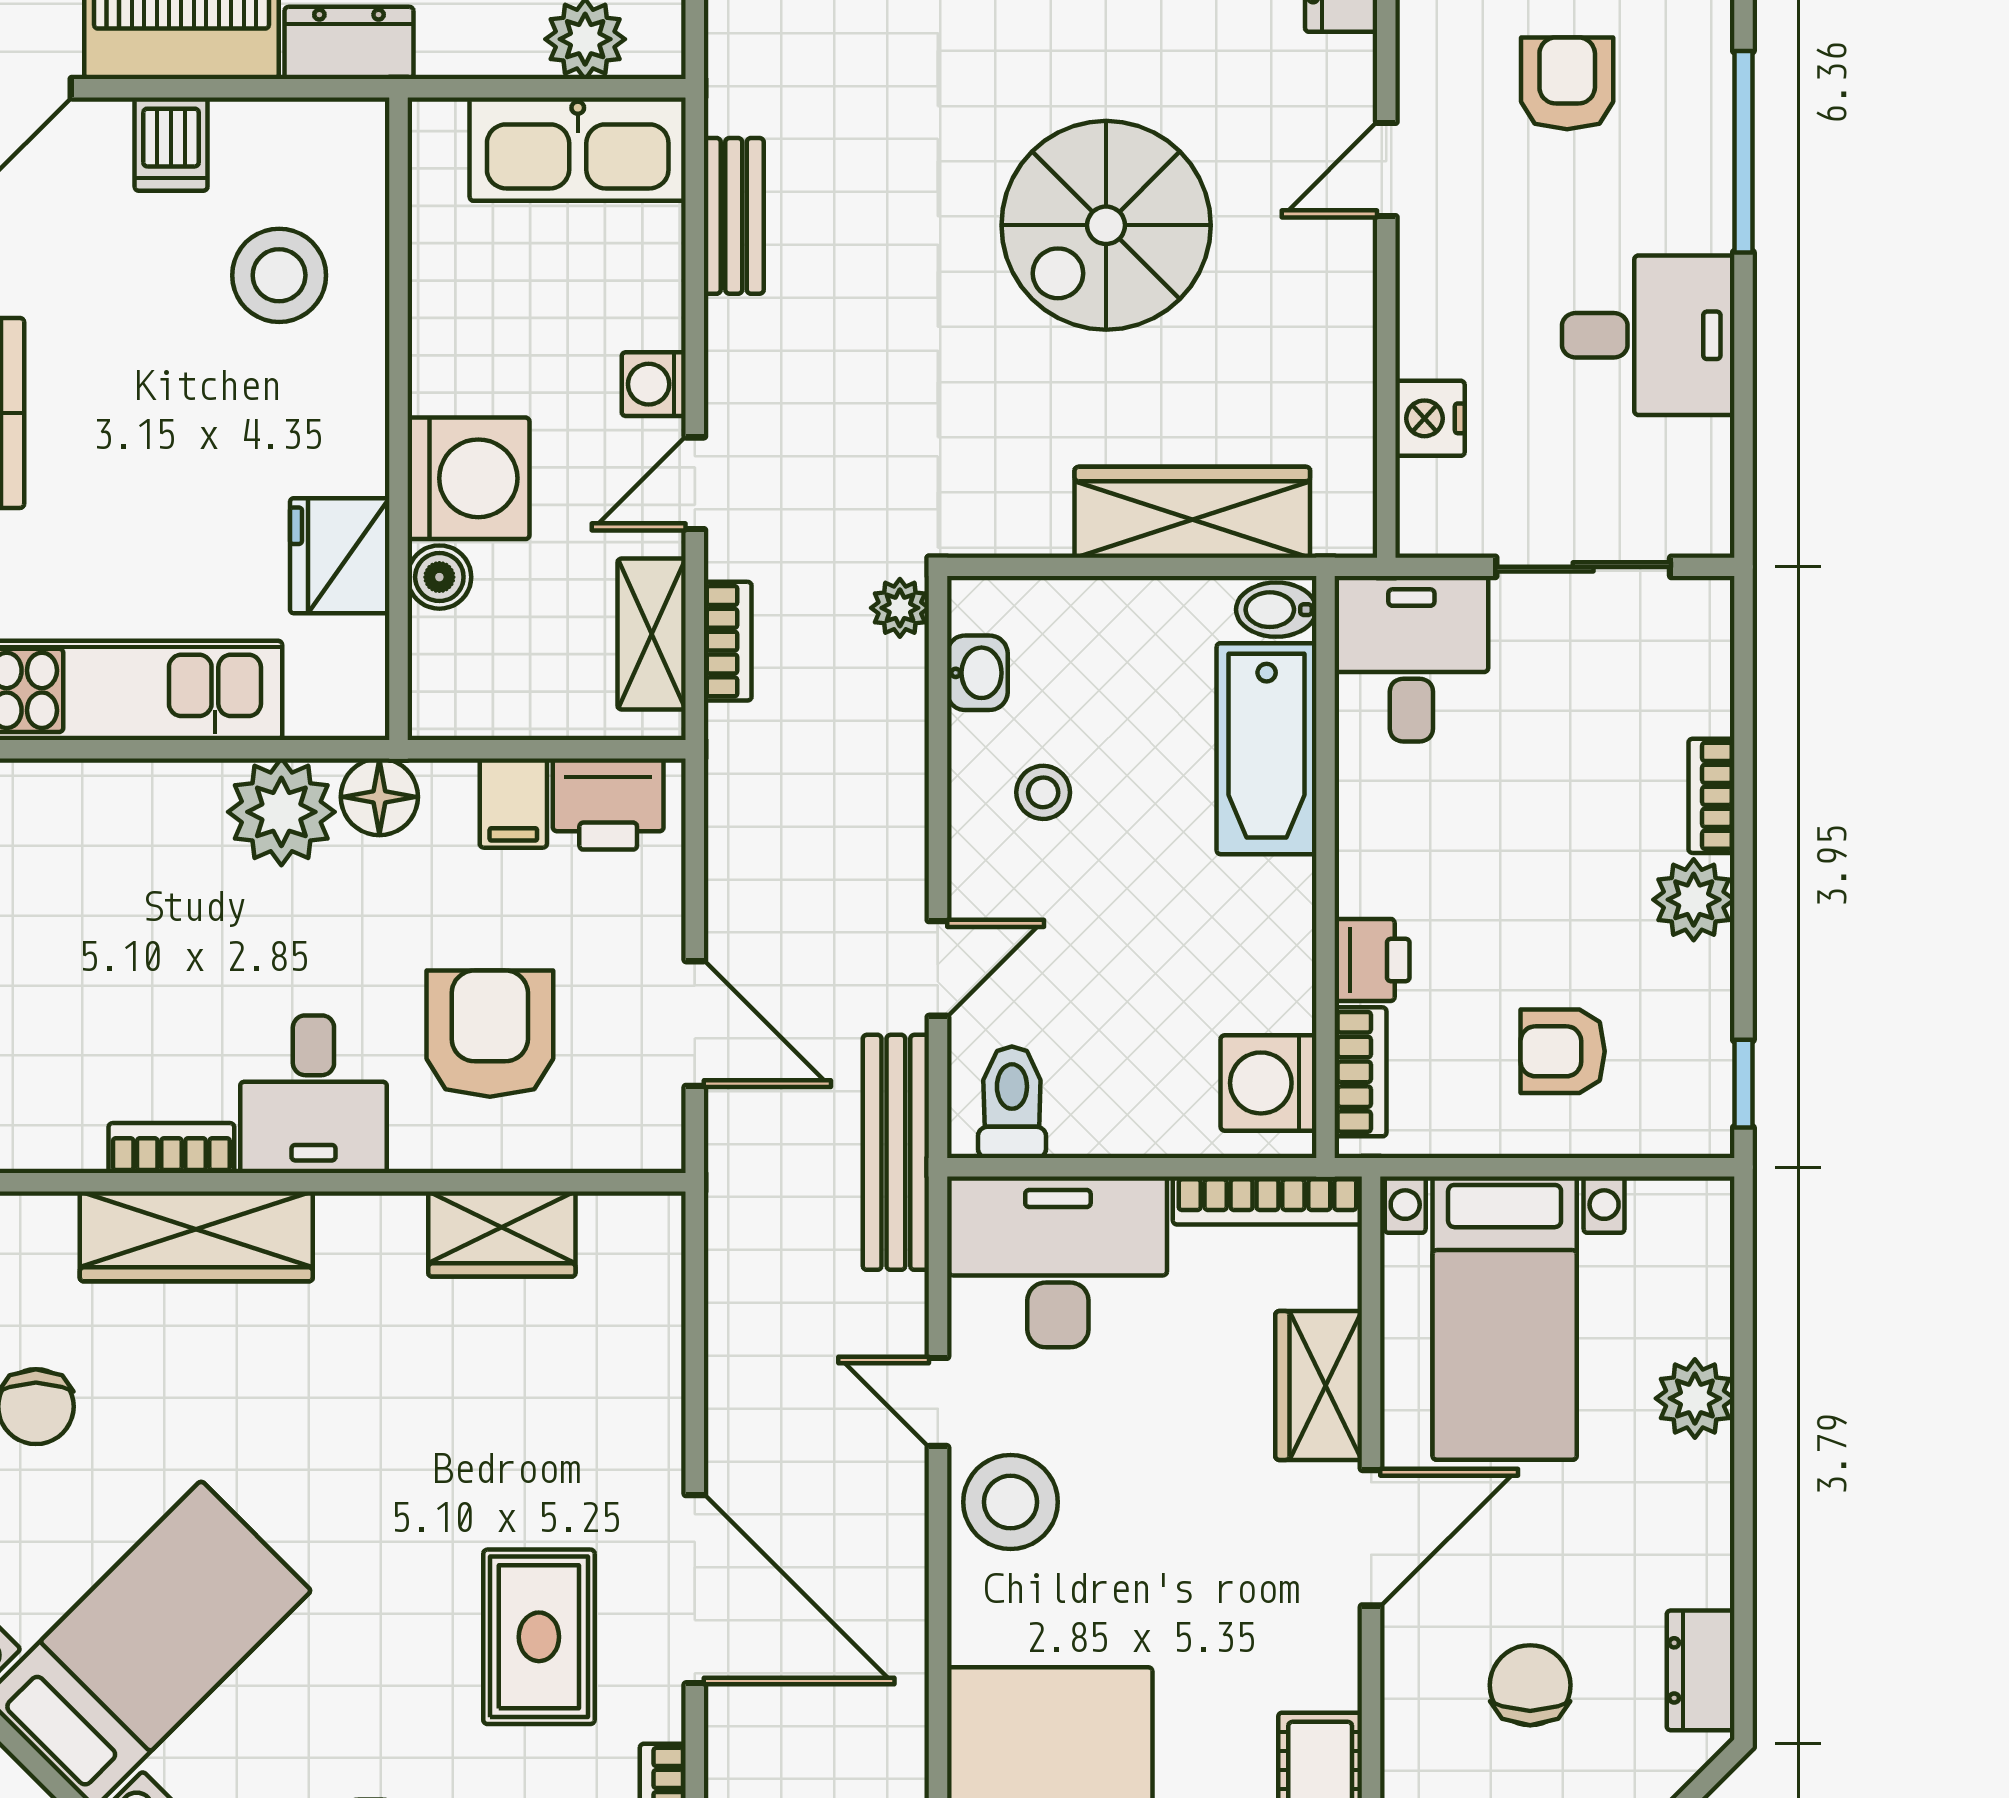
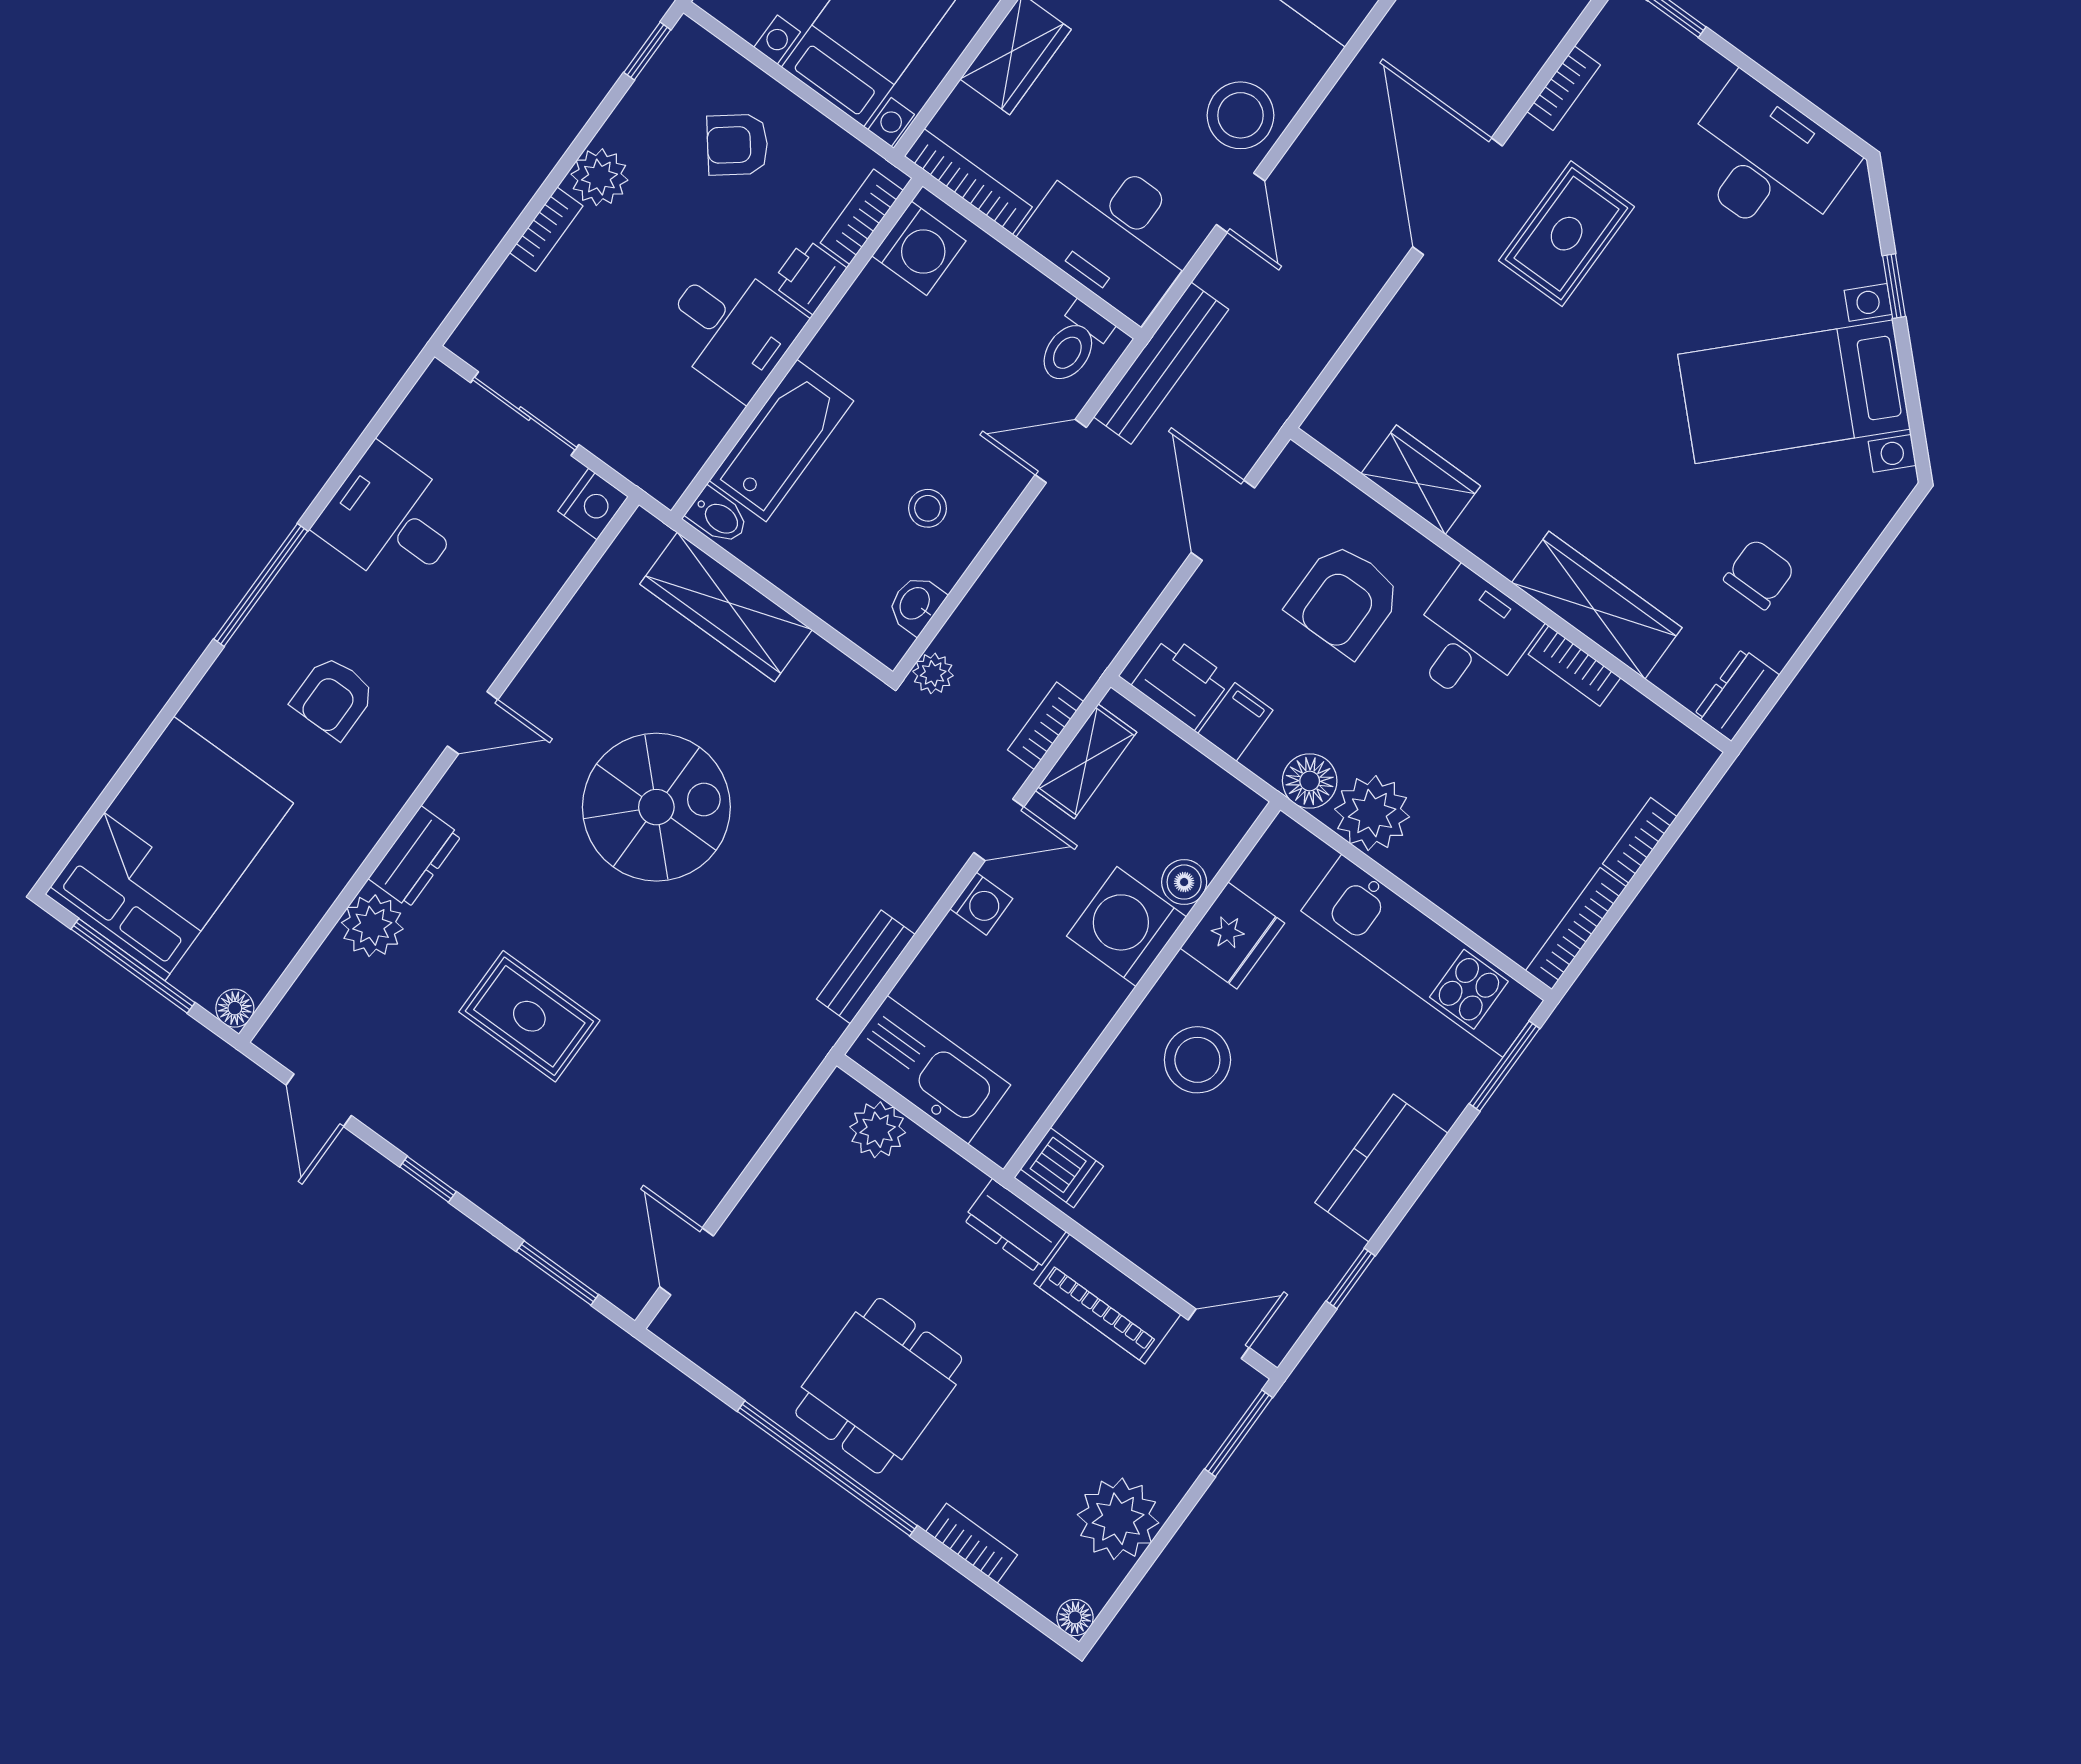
dishwasher: (171, 144) -> (1062, 1168), moved, turned 90
stool: (279, 275) -> (1197, 1060), moved
nightstand: (1430, 418) -> (593, 504), moved
desk: (1411, 659) -> (731, 328), moved, turned -90
armchair: (1563, 1051) -> (737, 145), turned 142

